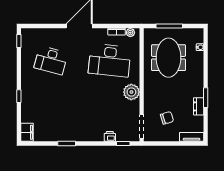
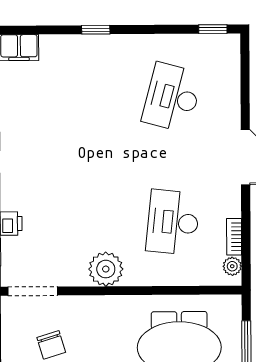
desk: (110, 60) -> (173, 222), width x0.73, depth x0.77

